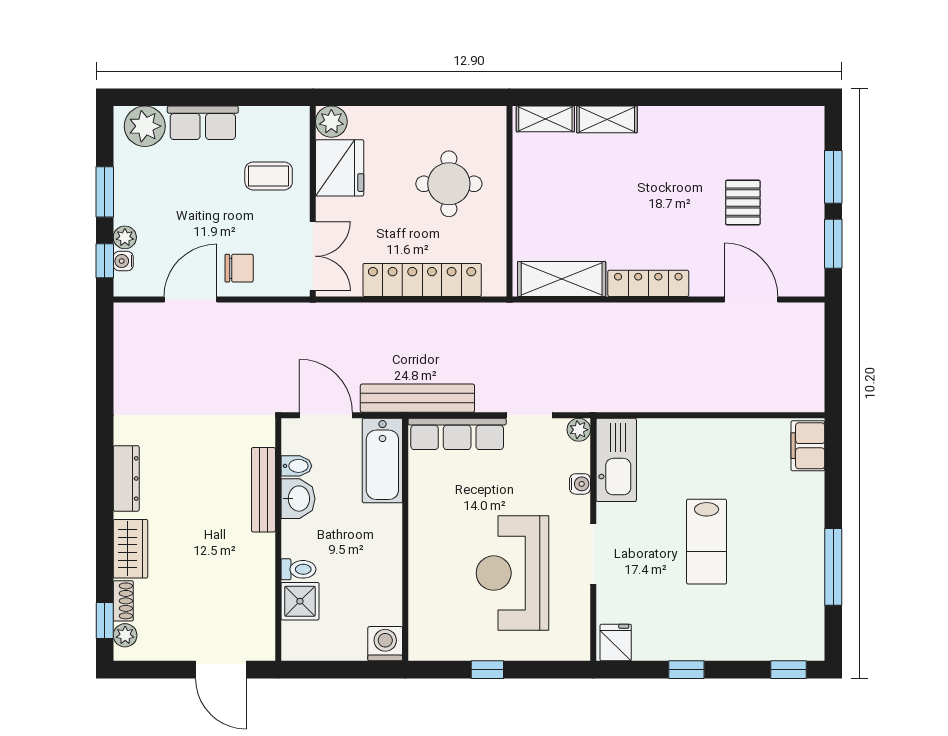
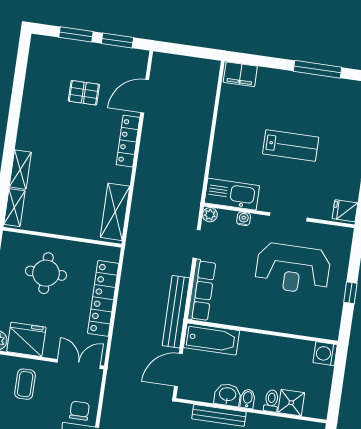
locker: (648, 283) -> (128, 141), moved
bidet: (296, 466) -> (248, 399), moved

